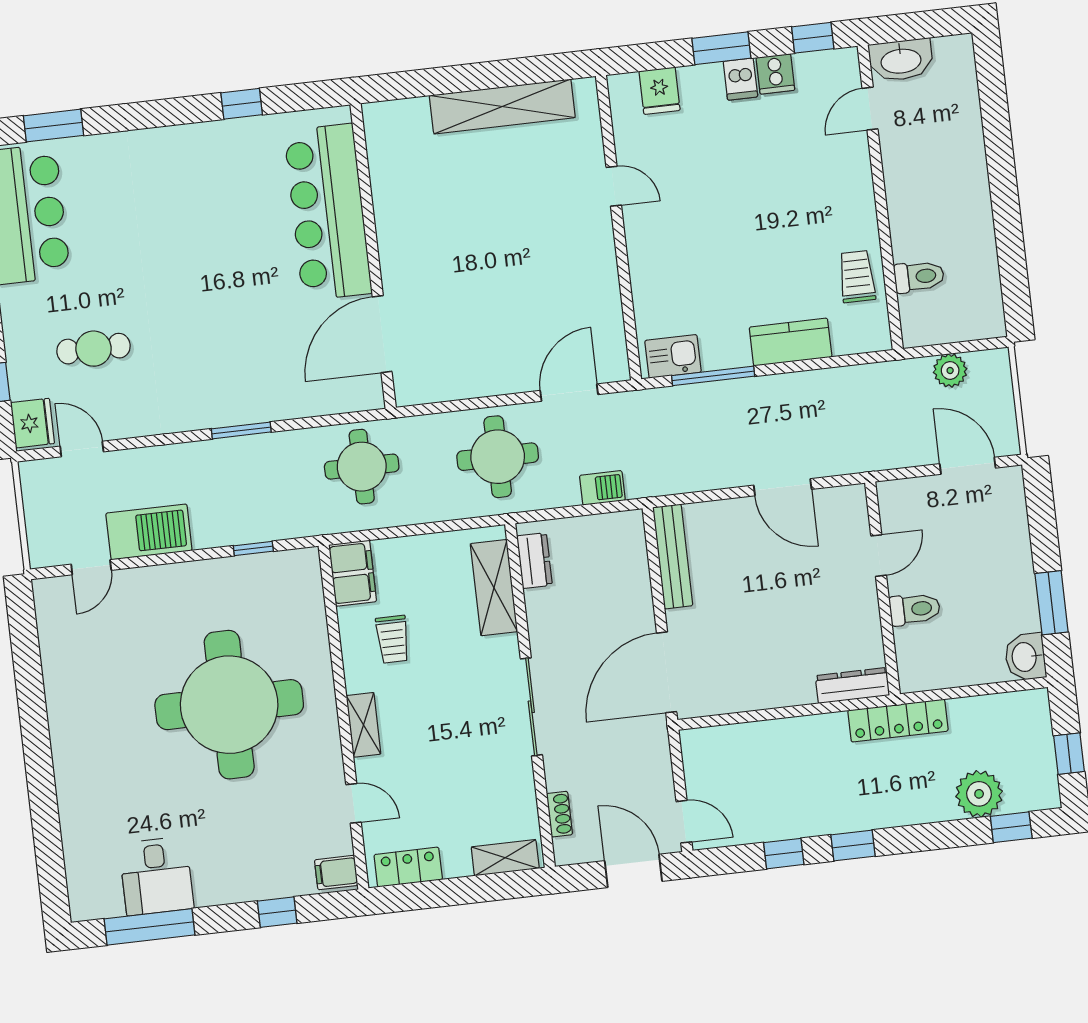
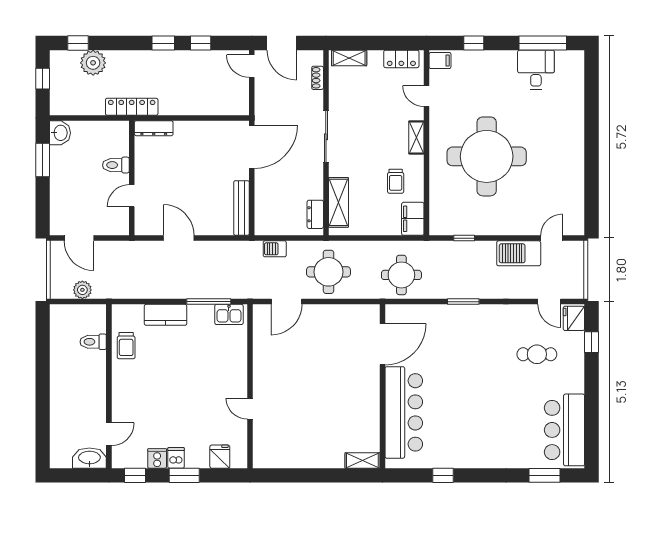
shelving: (502, 106) -> (362, 461), moved, width x0.45, depth x0.75
trolley: (393, 639) -> (396, 181), turned 180

